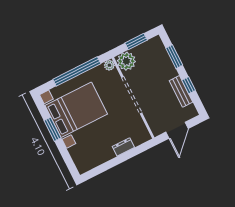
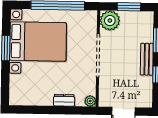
plant: (109, 65) -> (90, 101), moved
bench: (181, 91) -> (147, 59), moved

